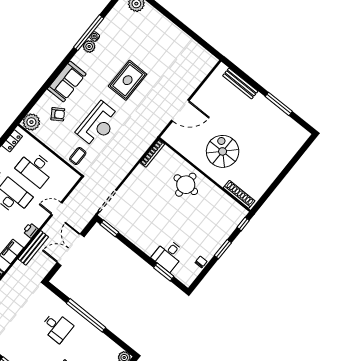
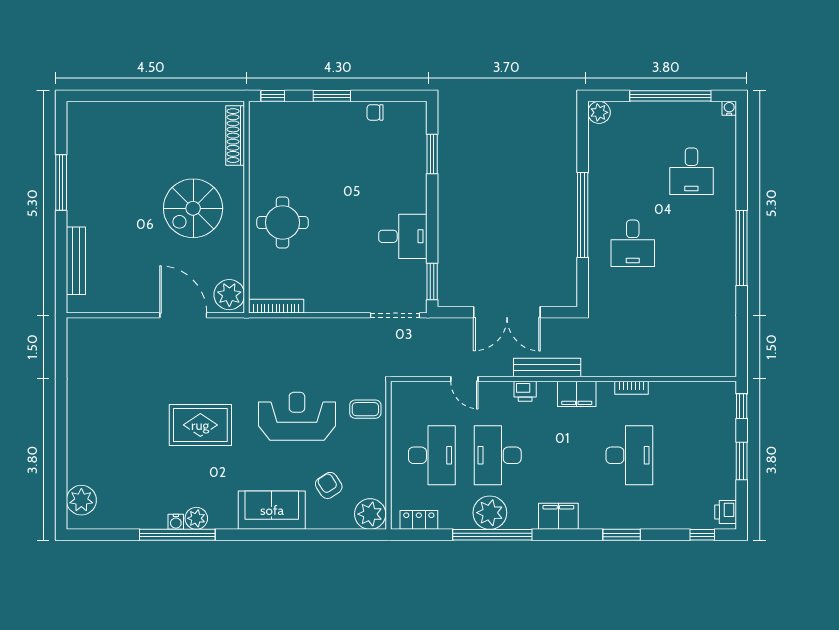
plant: (173, 137) -> (229, 295), added
desk: (168, 255) -> (403, 236), moved
desk: (57, 327) -> (633, 243), turned 180

